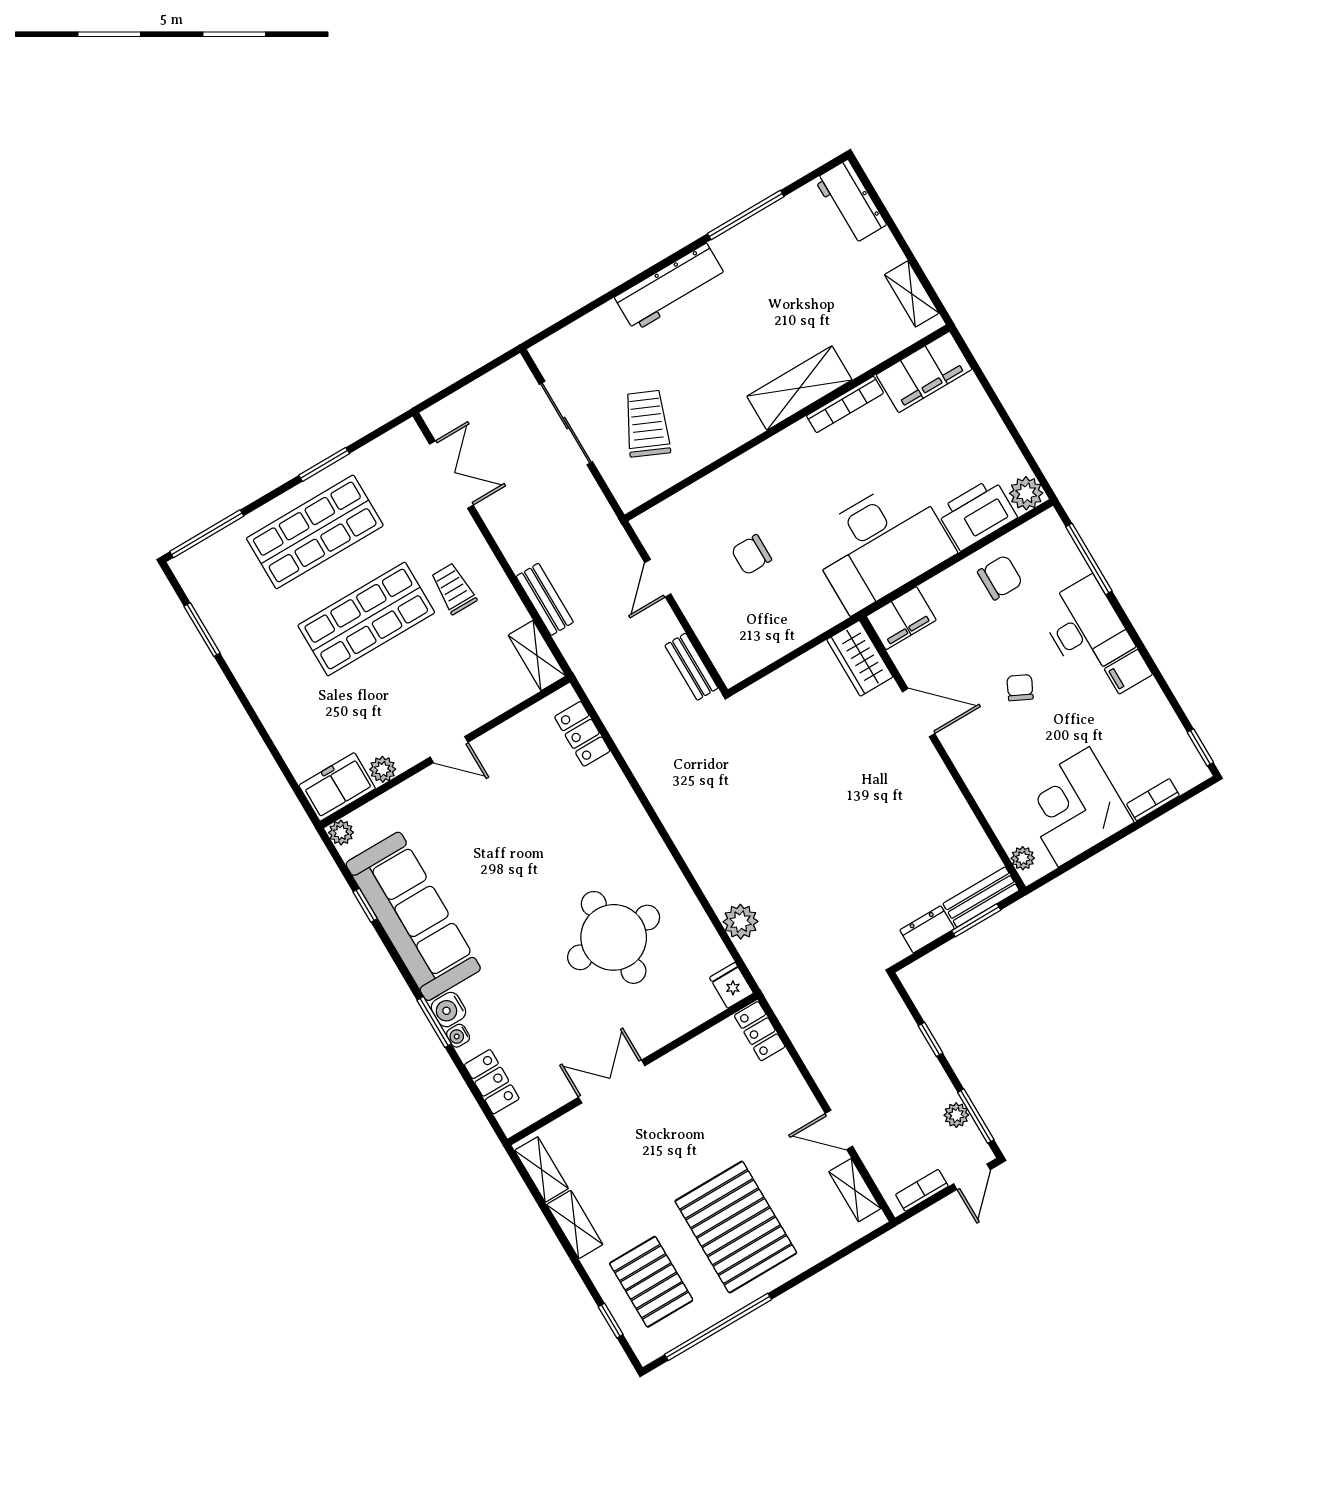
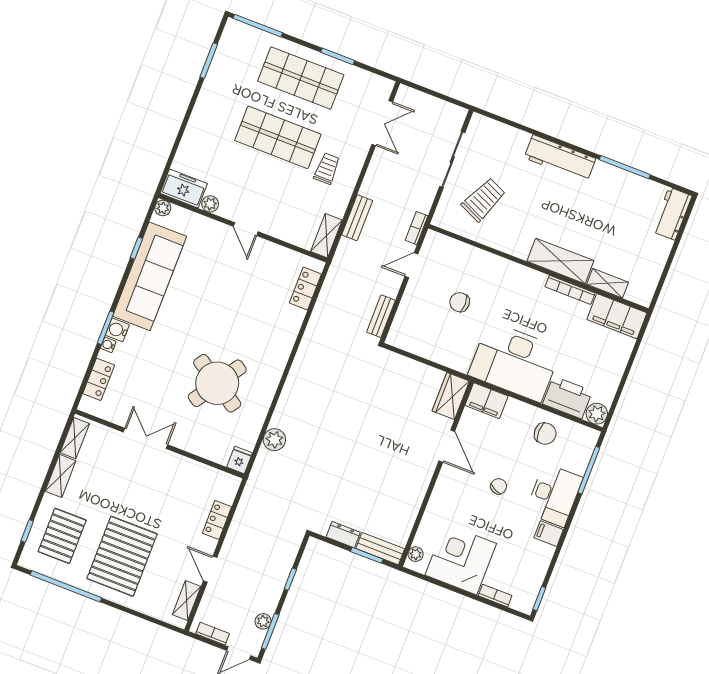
shelving: (912, 294) -> (608, 283), moved, turned 90
bookcase: (616, 535) -> (417, 228), added
round table: (614, 937) -> (217, 383), turned 33
locker: (760, 1031) -> (217, 520), moved

